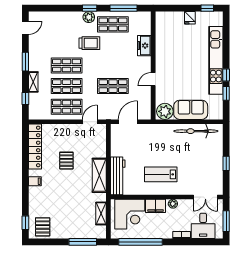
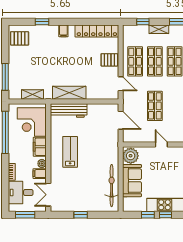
pallet: (66, 161) -> (109, 60), moved
filing cabinet: (183, 206) -> (40, 174), added
window: (25, 223) -> (42, 22), moved

